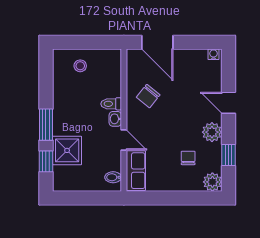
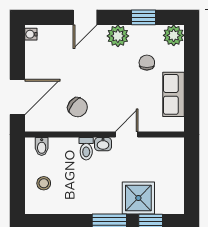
chair: (188, 158) -> (147, 63), turned 90
row of seats: (136, 171) -> (173, 94), moved, turned -90
bidet: (113, 177) -> (42, 146), moved

